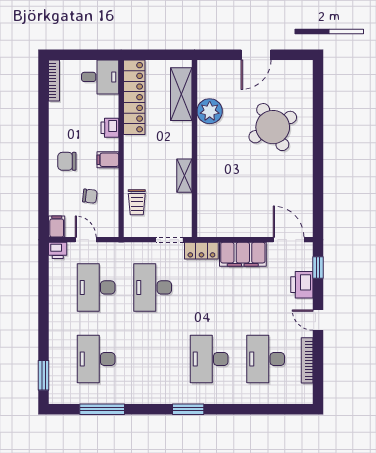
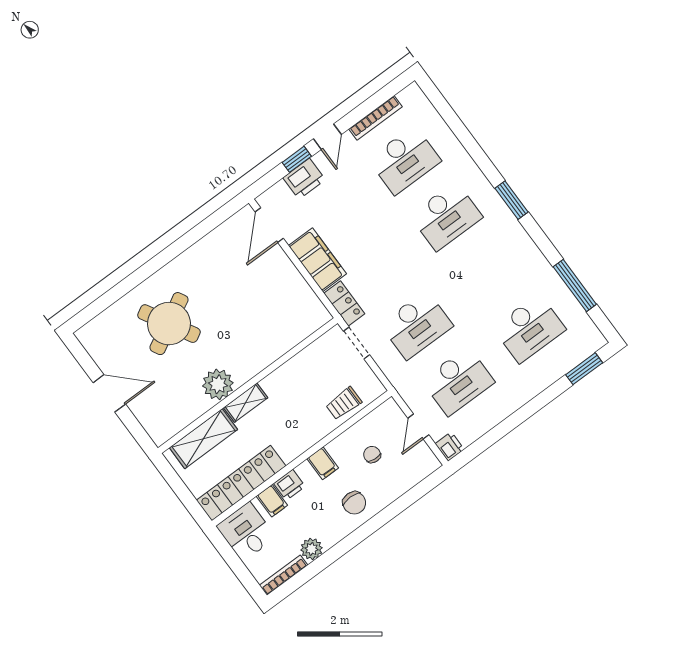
plant: (58, 111) -> (311, 549), added
plant: (210, 111) -> (218, 384), moved
shelving: (184, 176) -> (246, 403), moved
trolley: (137, 202) -> (344, 403), turned 180
filing cabinet: (57, 226) -> (272, 501), moved, turned -90
window: (318, 268) -> (297, 159), moved

